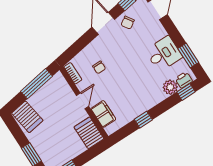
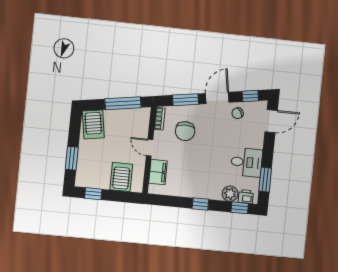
window: (81, 44) -> (186, 100), added
chair: (99, 67) -> (185, 131), width x1.87, depth x1.87
door: (83, 101) -> (150, 148), swing flipped
window: (143, 120) -> (200, 204), moved
server rack: (89, 133) -> (121, 177), moved

